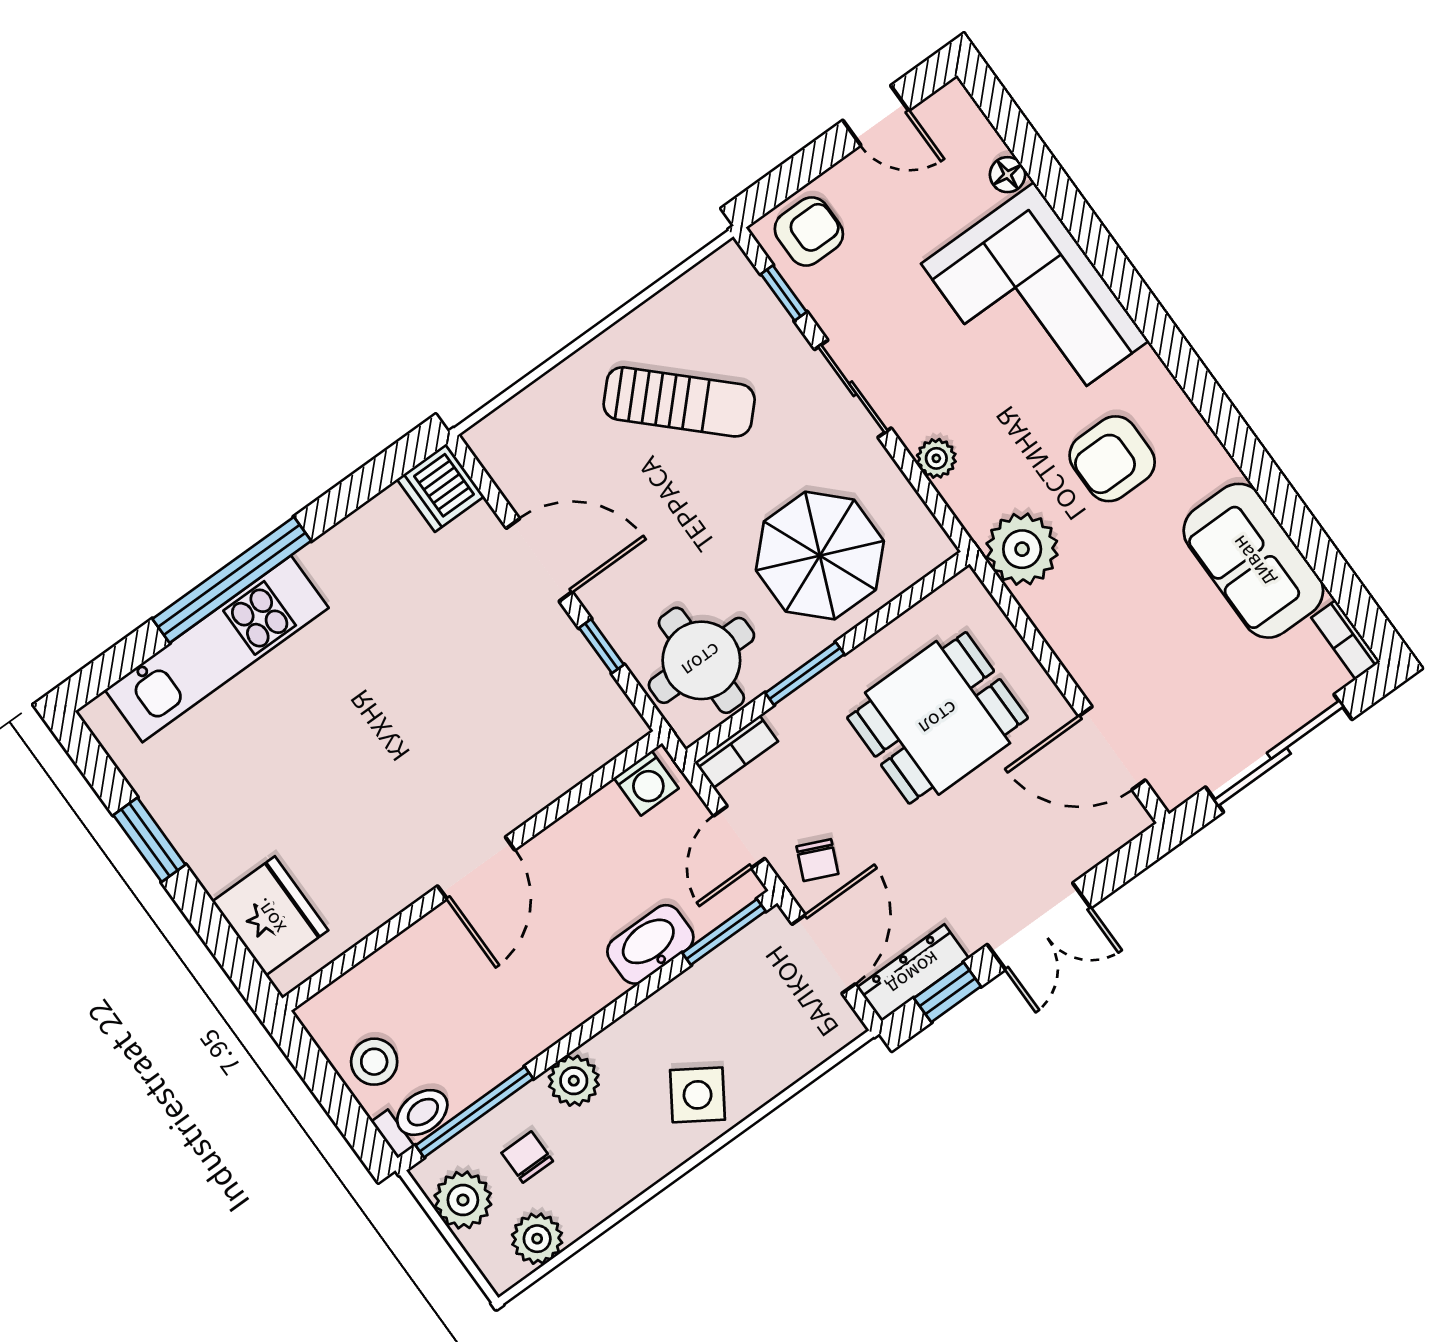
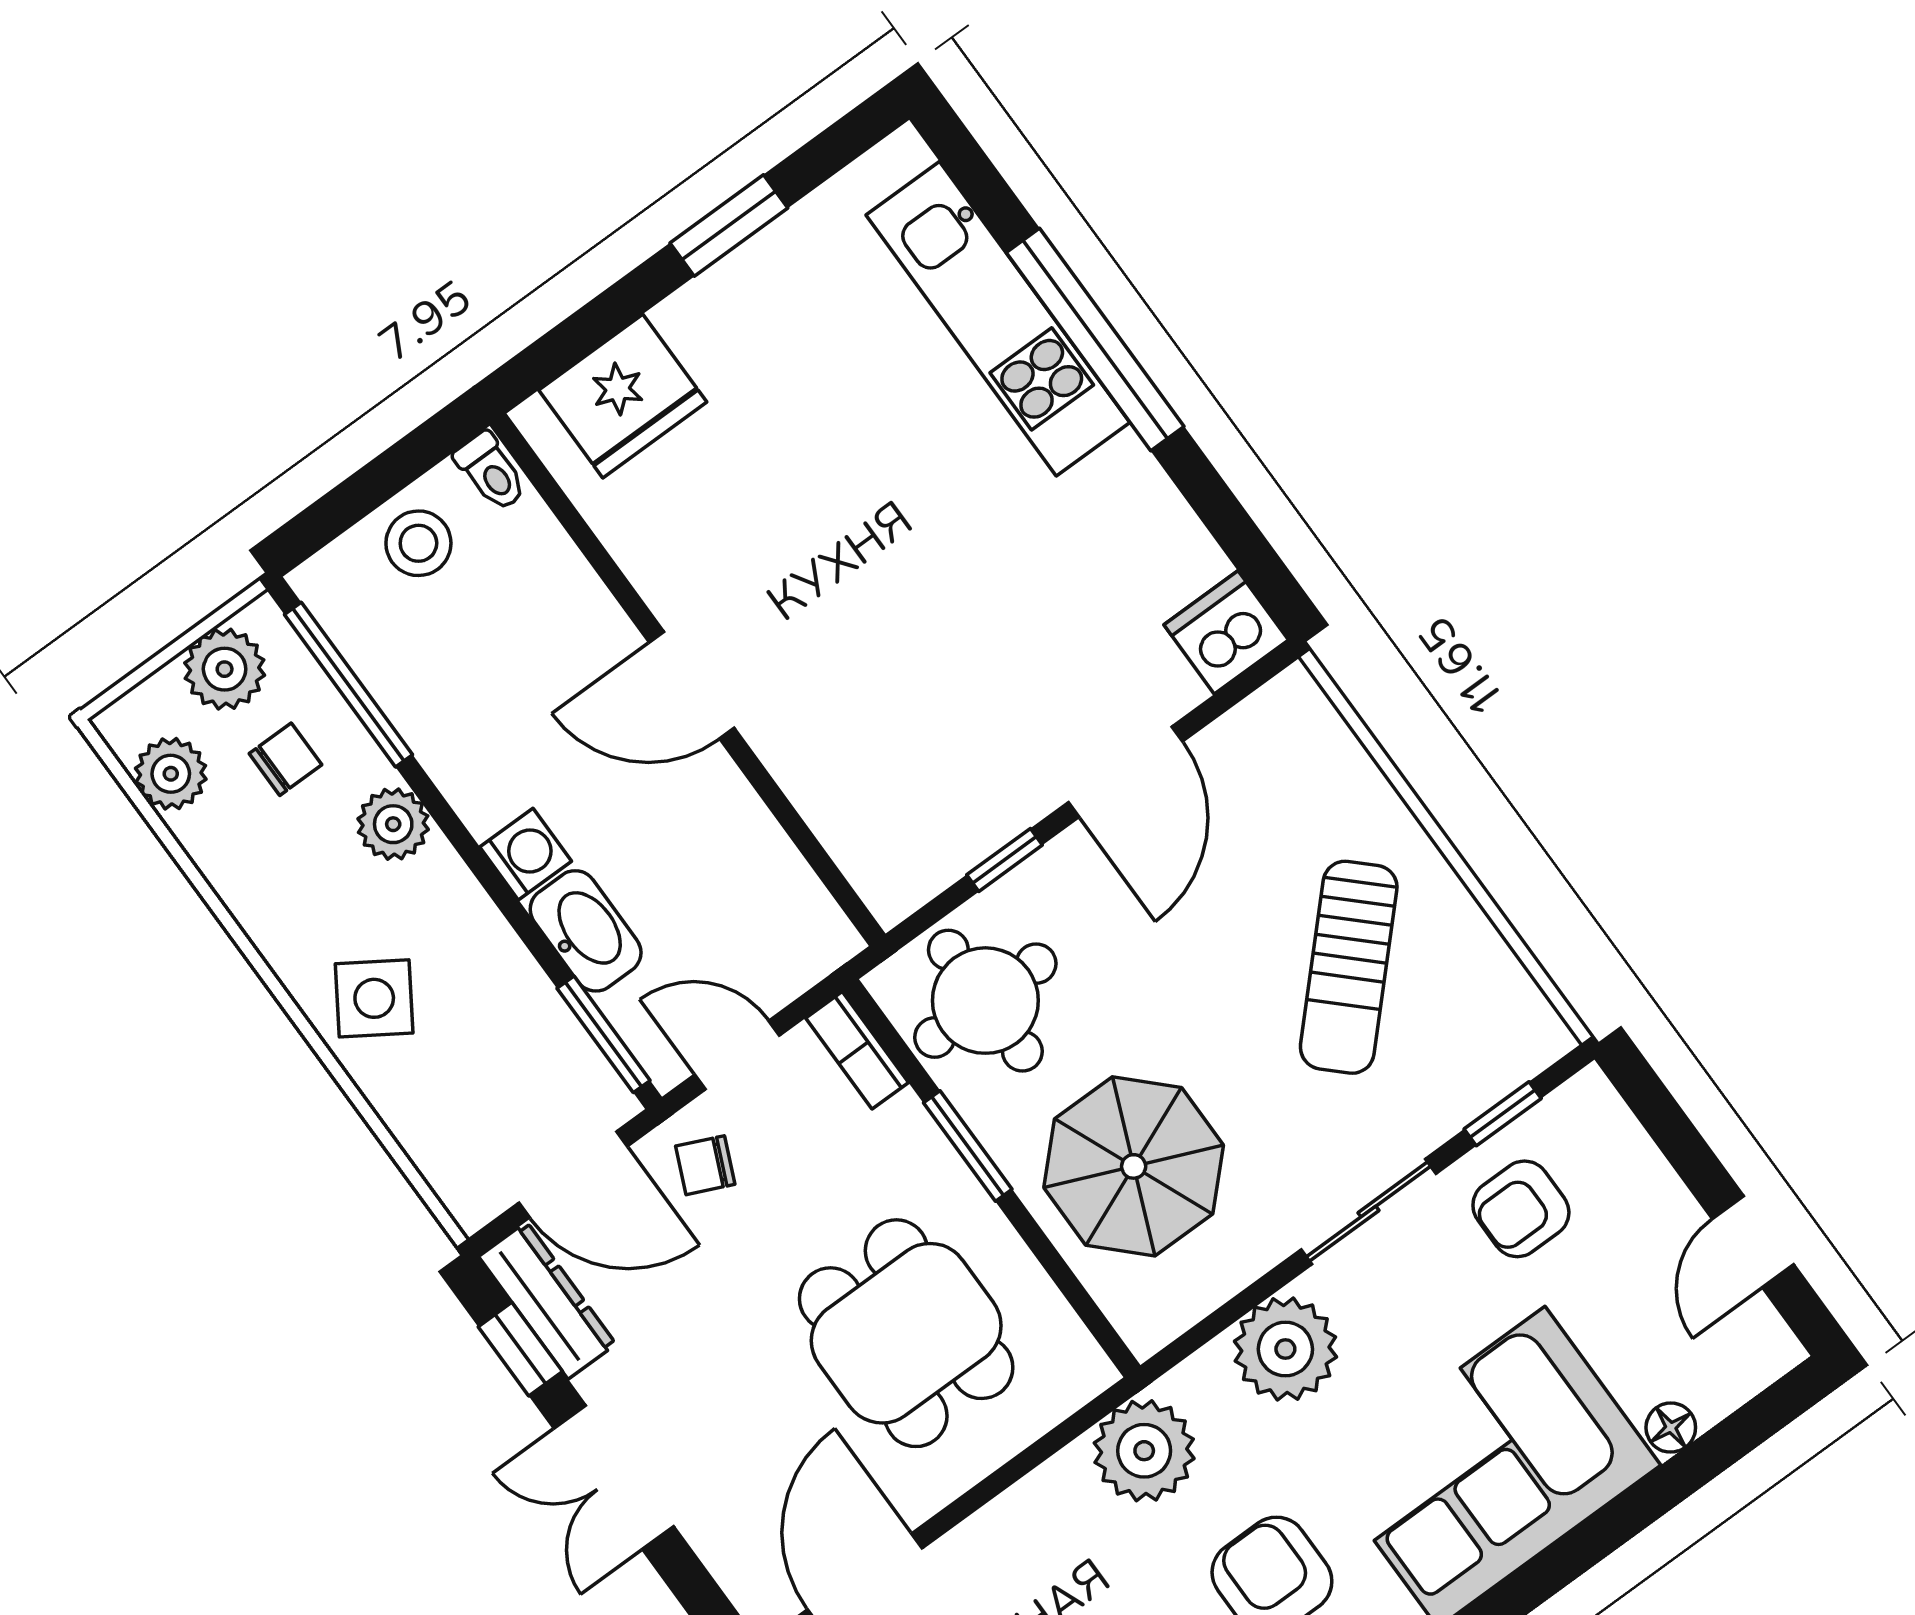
armchair: (809, 231) -> (1521, 1209), moved, turned 90
plant: (936, 458) -> (1285, 1349), width x1.87, depth x1.87
washing machine: (646, 783) -> (526, 854), moved, turned 180
toilet: (414, 1118) -> (491, 472), moved, width x0.73, depth x0.72

